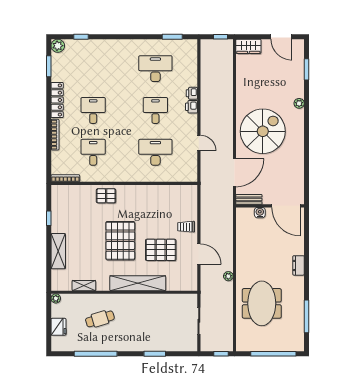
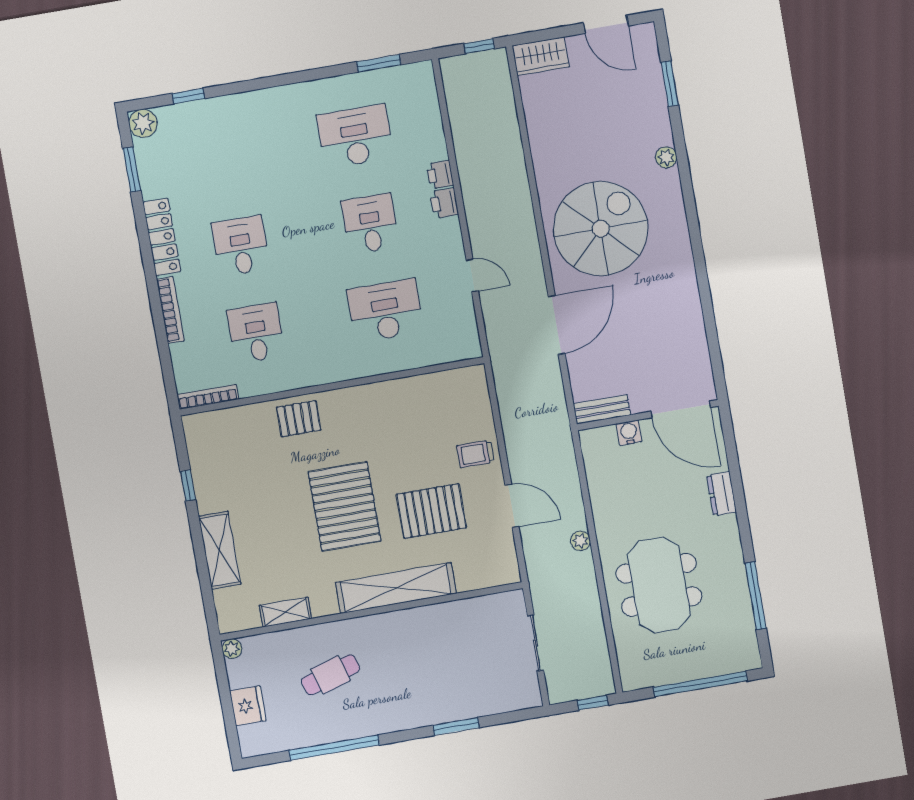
bench: (249, 199) -> (602, 409), moved
wall: (270, 206) -> (648, 415), moved
door: (286, 206) -> (681, 409), moved
water cooler: (260, 213) -> (629, 433), moved

